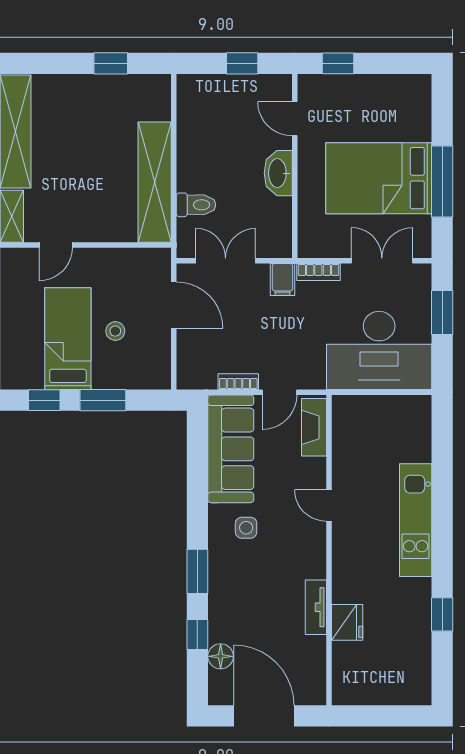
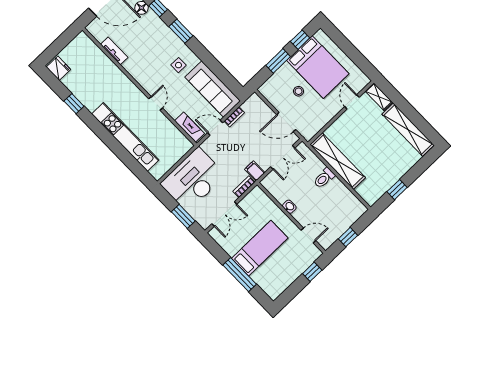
washbasin: (278, 173) -> (289, 207), width x0.52, depth x0.69
bed: (379, 178) -> (260, 248), width x0.67
window: (442, 182) -> (240, 275), moved
toilet: (196, 205) -> (324, 178), moved
bed: (68, 339) -> (318, 67), width x1.50
door: (279, 392) -> (215, 128), hinge flipped
door: (329, 505) -> (156, 103), hinge flipped
kitchen unit: (416, 520) -> (125, 137), width x1.36
tv unit: (316, 607) -> (114, 51), moved
fridge: (347, 622) -> (58, 68), moved, turned 180

